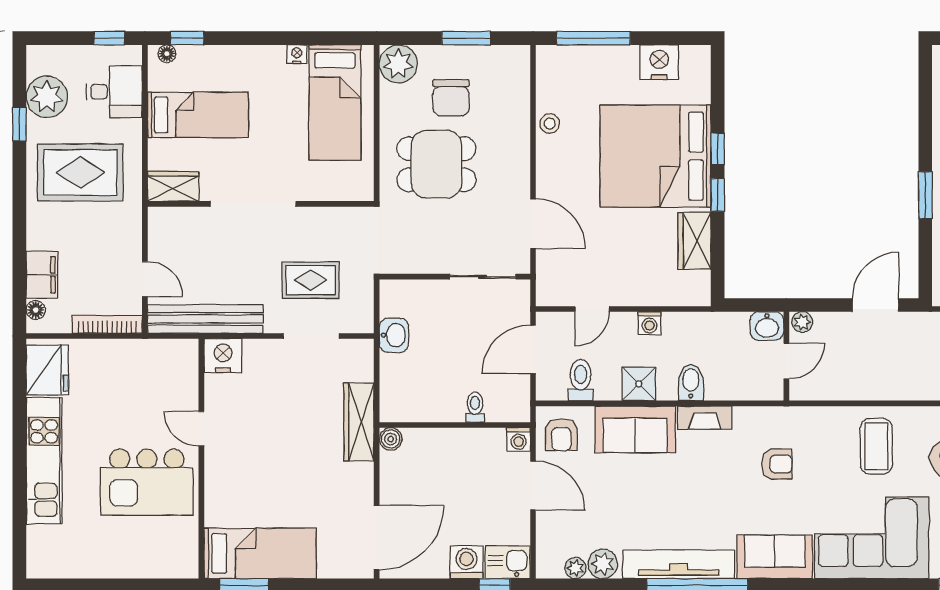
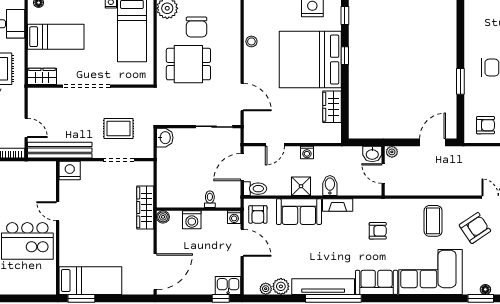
window: (718, 195) -> (345, 16), moved
washbasin: (394, 335) -> (165, 138), moved
door: (786, 361) -> (383, 174), swing flipped
toilet: (581, 380) -> (255, 189), moved, turned 90
washing machine: (466, 562) -> (192, 220), moved, turned 180

